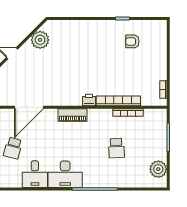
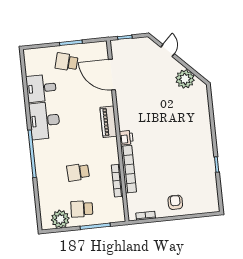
armchair: (132, 41) -> (175, 202), moved
school desk: (151, 148) -> (82, 209), added

